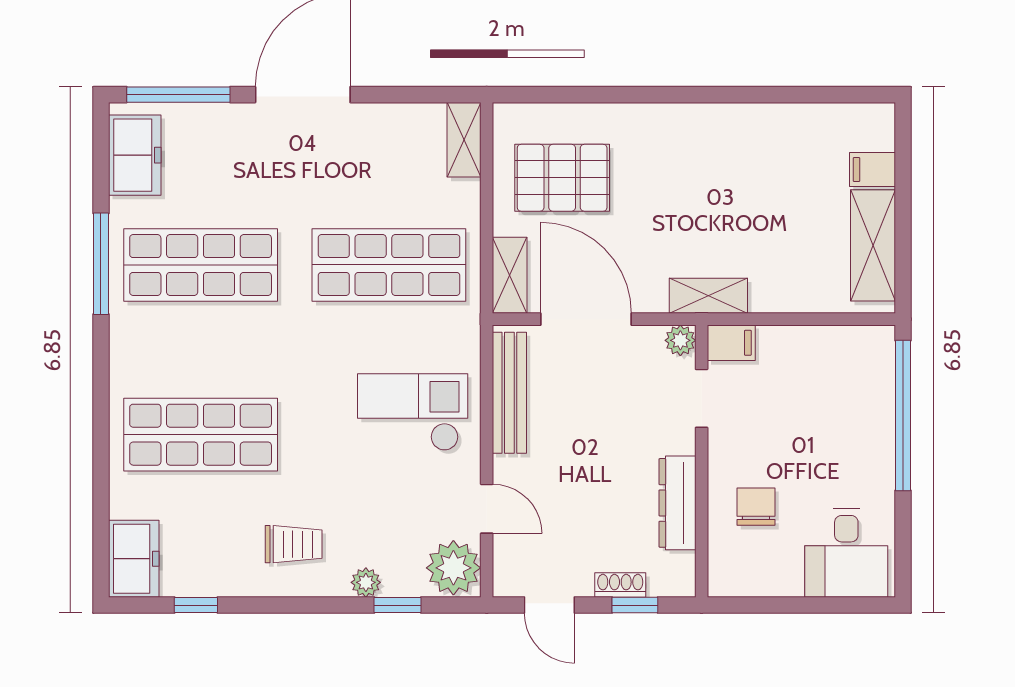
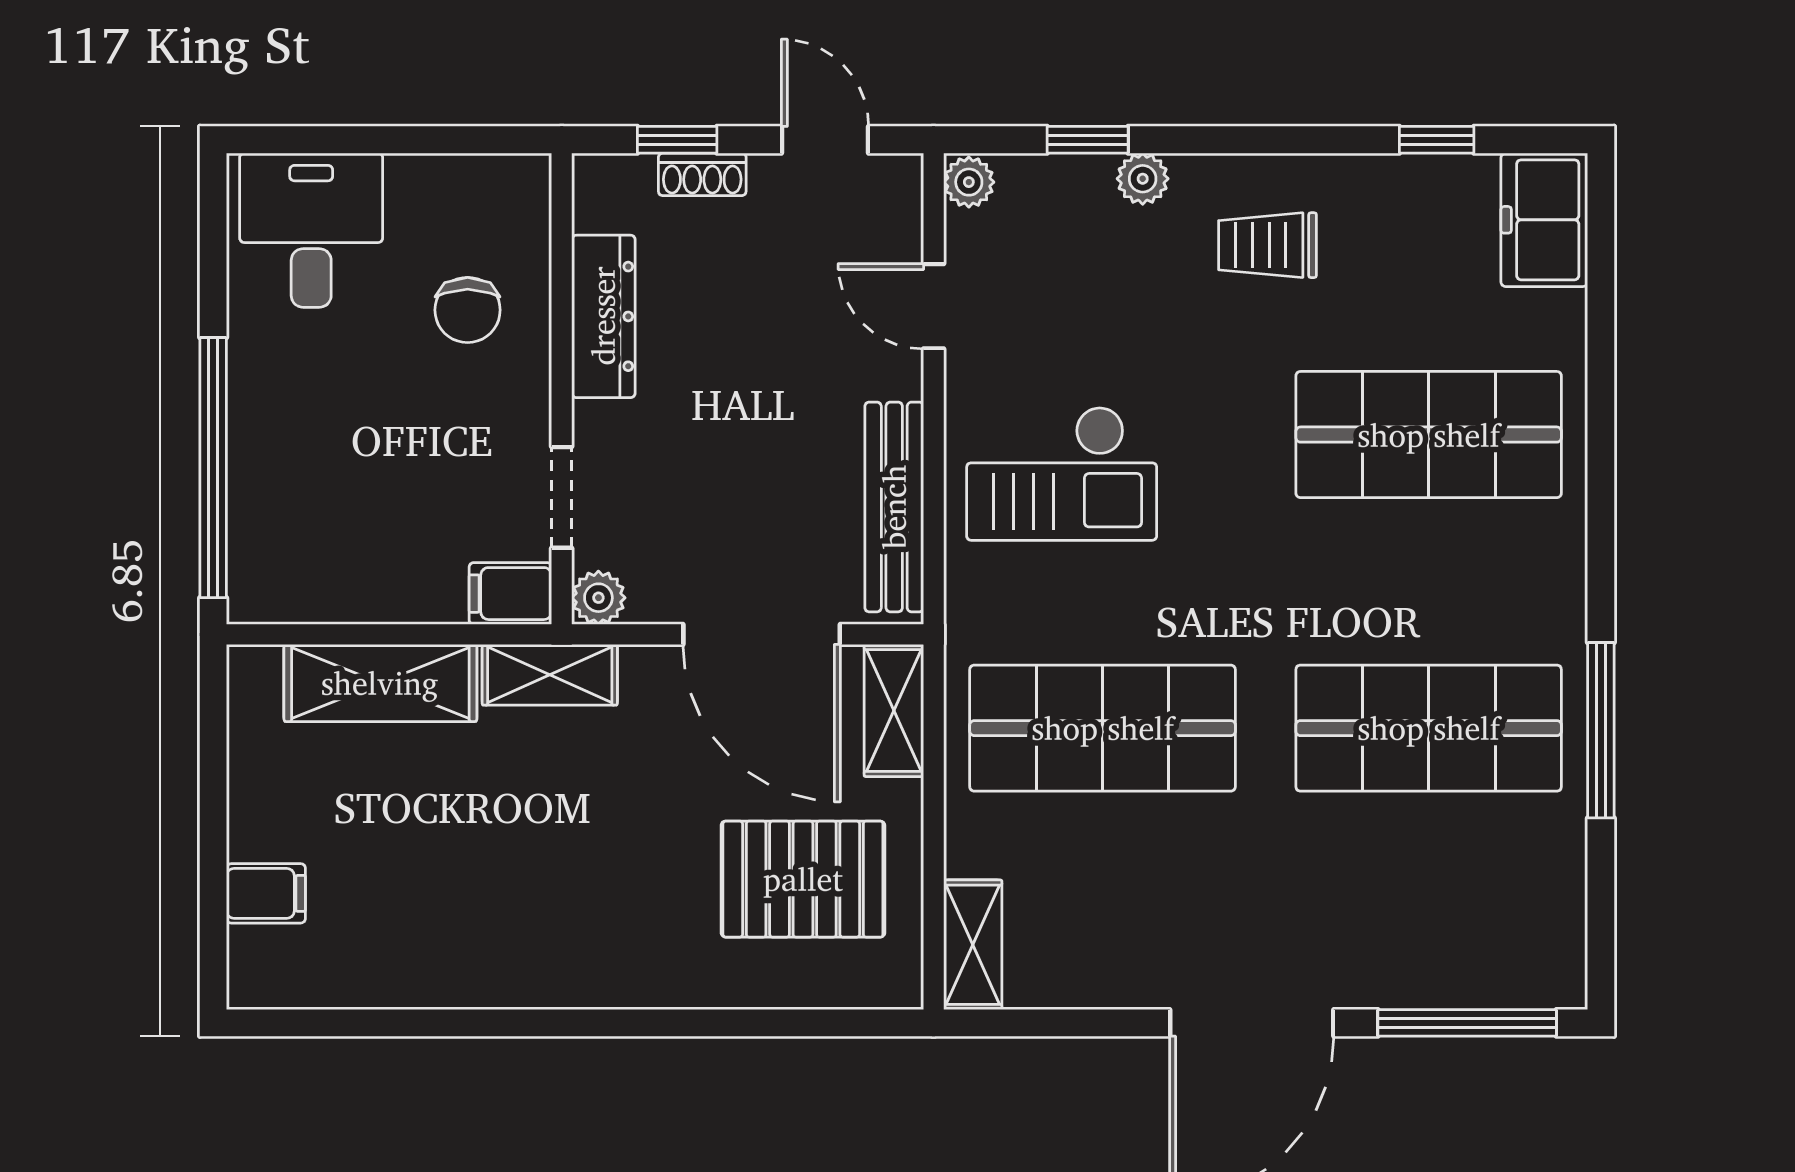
freezer: (135, 155) -> (1542, 918), removed
shelving: (873, 245) -> (380, 683), moved, turned 90
plant: (453, 568) -> (969, 182), width x0.53, depth x0.53

